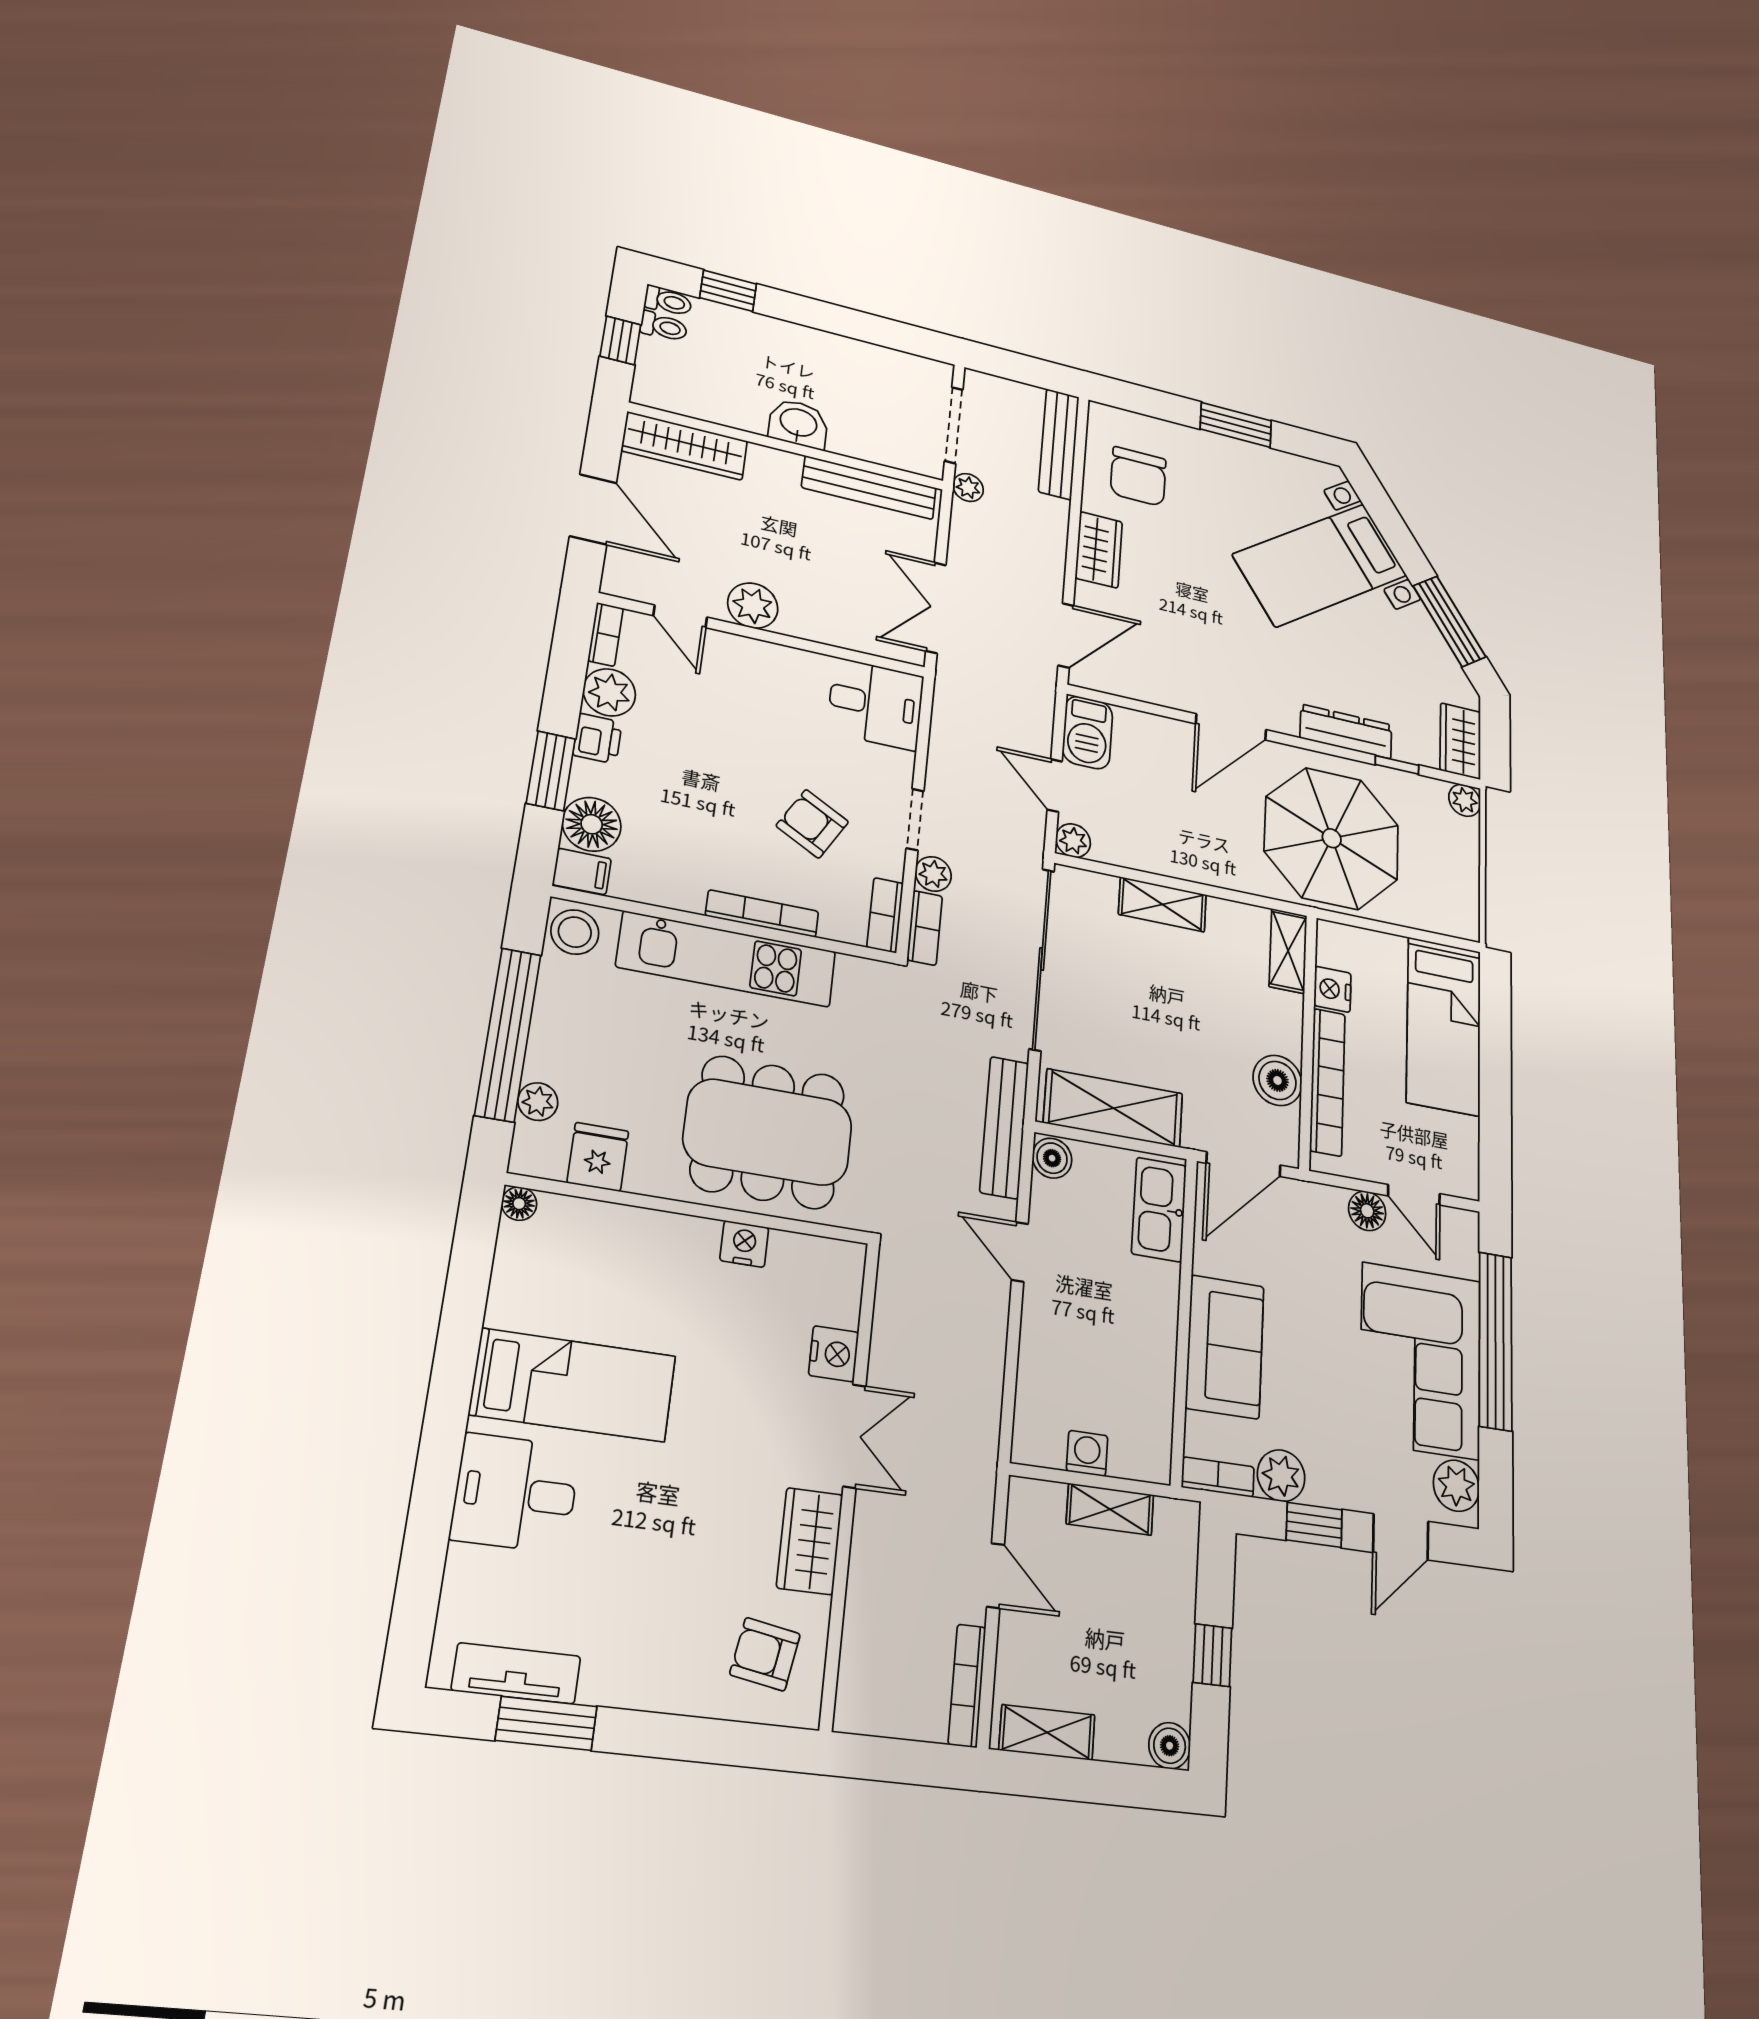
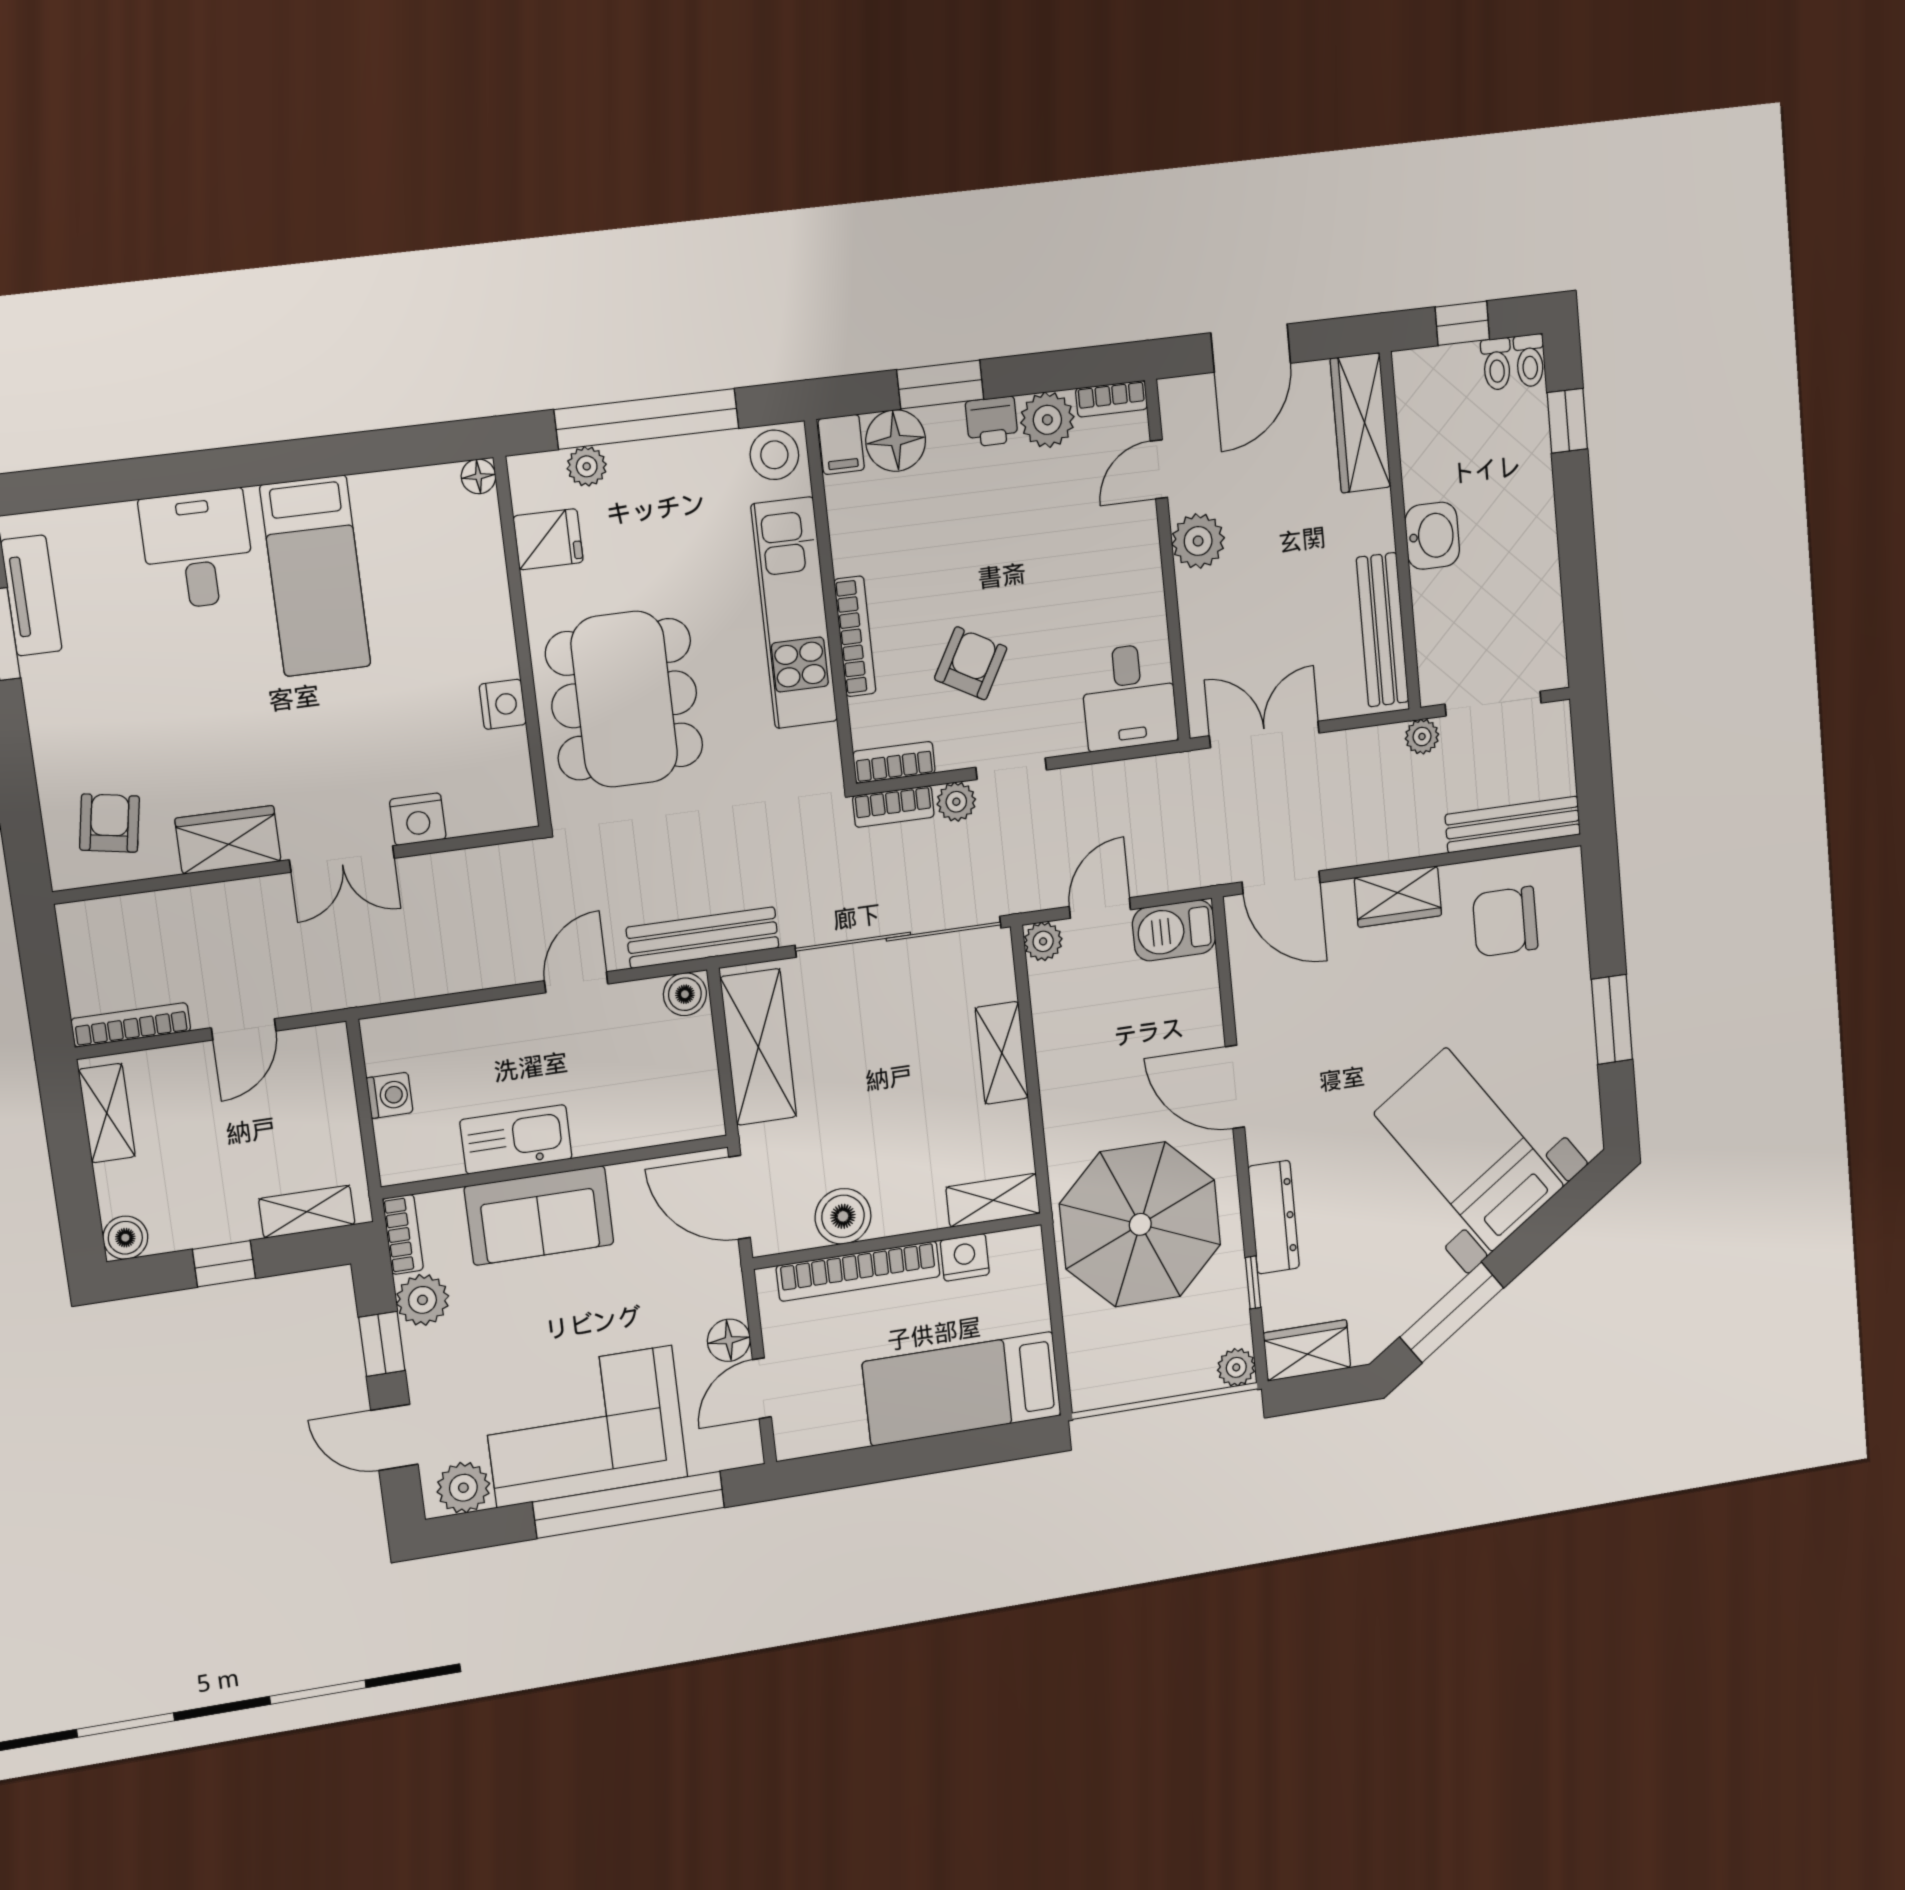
kitchen sink: (1159, 1209) -> (516, 1139), moved
shelving: (1110, 1509) -> (307, 1212), moved, turned 90

